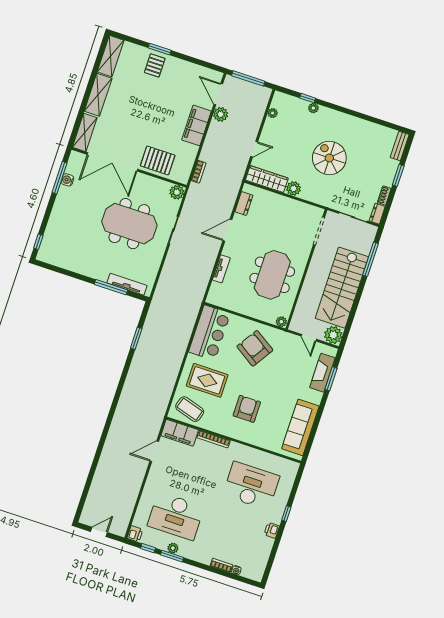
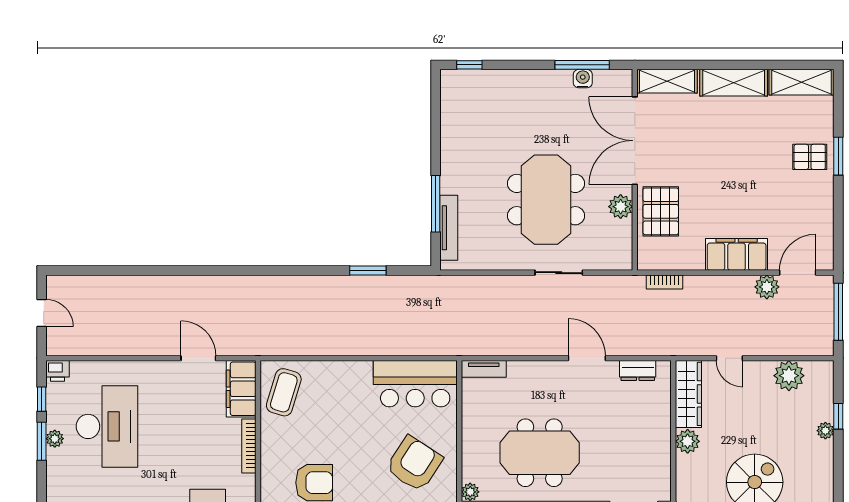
plant: (273, 113) -> (789, 376), width x1.88, depth x1.88
plant: (177, 192) -> (621, 207), moved
tv unit: (221, 269) -> (484, 369), moved
rug: (207, 380) -> (338, 405), removed
desk: (176, 516) -> (107, 426), turned 180

